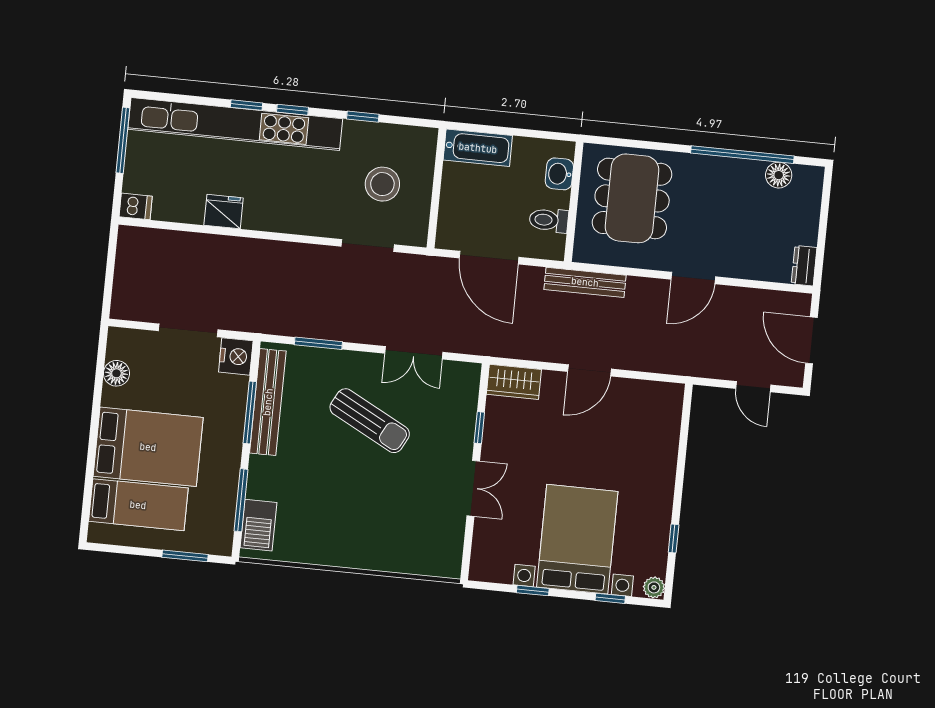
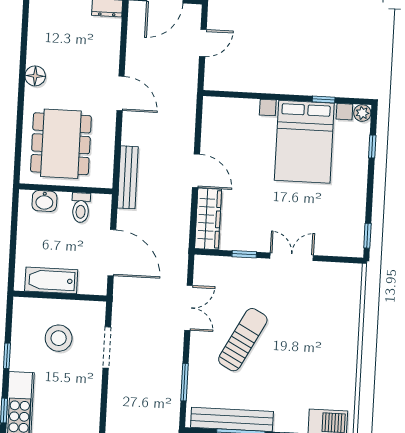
bathtub: (478, 148) -> (51, 280), moved, turned -90
window: (742, 155) -> (23, 60), removed
floor lamp: (779, 175) -> (35, 76), moved
dining table: (632, 198) -> (61, 144), turned 90
door: (489, 258) -> (112, 253), hinge flipped
wardrobe: (514, 382) -> (208, 219), width x1.50
bed with nightstands: (577, 539) -> (304, 142), moved, turned -90
window: (533, 591) -> (367, 236), moved

